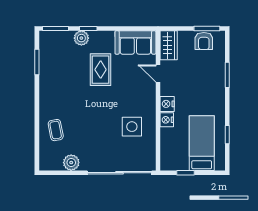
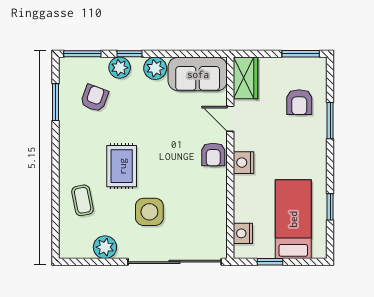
plant: (106, 39) -> (155, 68), added
armchair: (204, 41) -> (299, 102), moved
armchair: (64, 59) -> (94, 98), added
rug: (101, 70) -> (122, 166), moved
armchair: (146, 98) -> (213, 154), added
nightstand: (167, 120) -> (243, 233), moved
side table: (132, 127) -> (149, 212), moved

